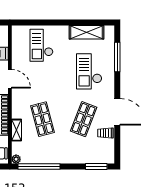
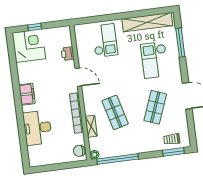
shelving: (87, 32) -> (147, 22), width x1.47
checkout: (41, 45) -> (105, 40), turned 180
trolley: (105, 133) -> (172, 139), moved

